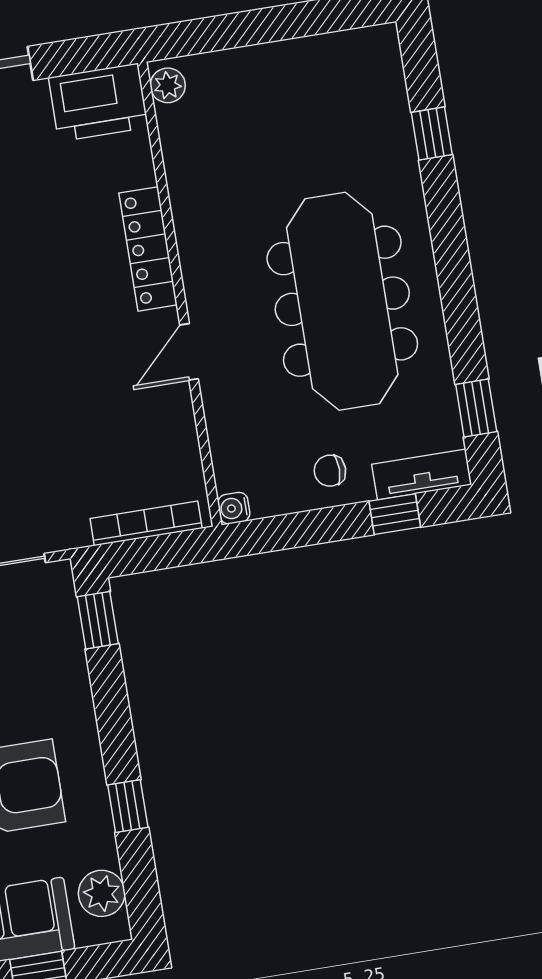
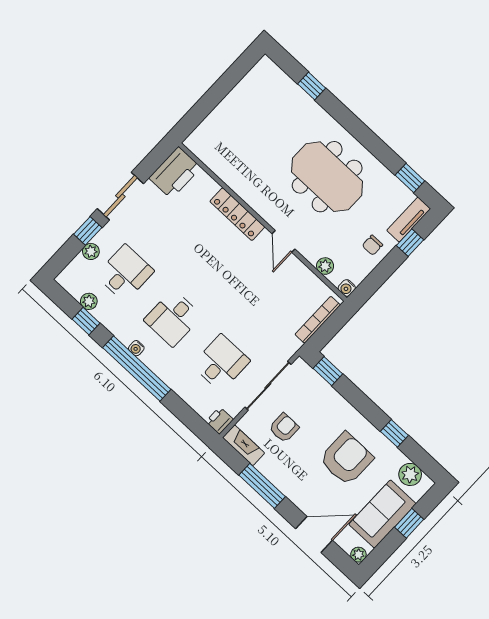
plant: (168, 85) -> (325, 266), moved
meeting table: (342, 301) -> (327, 177), width x0.73

